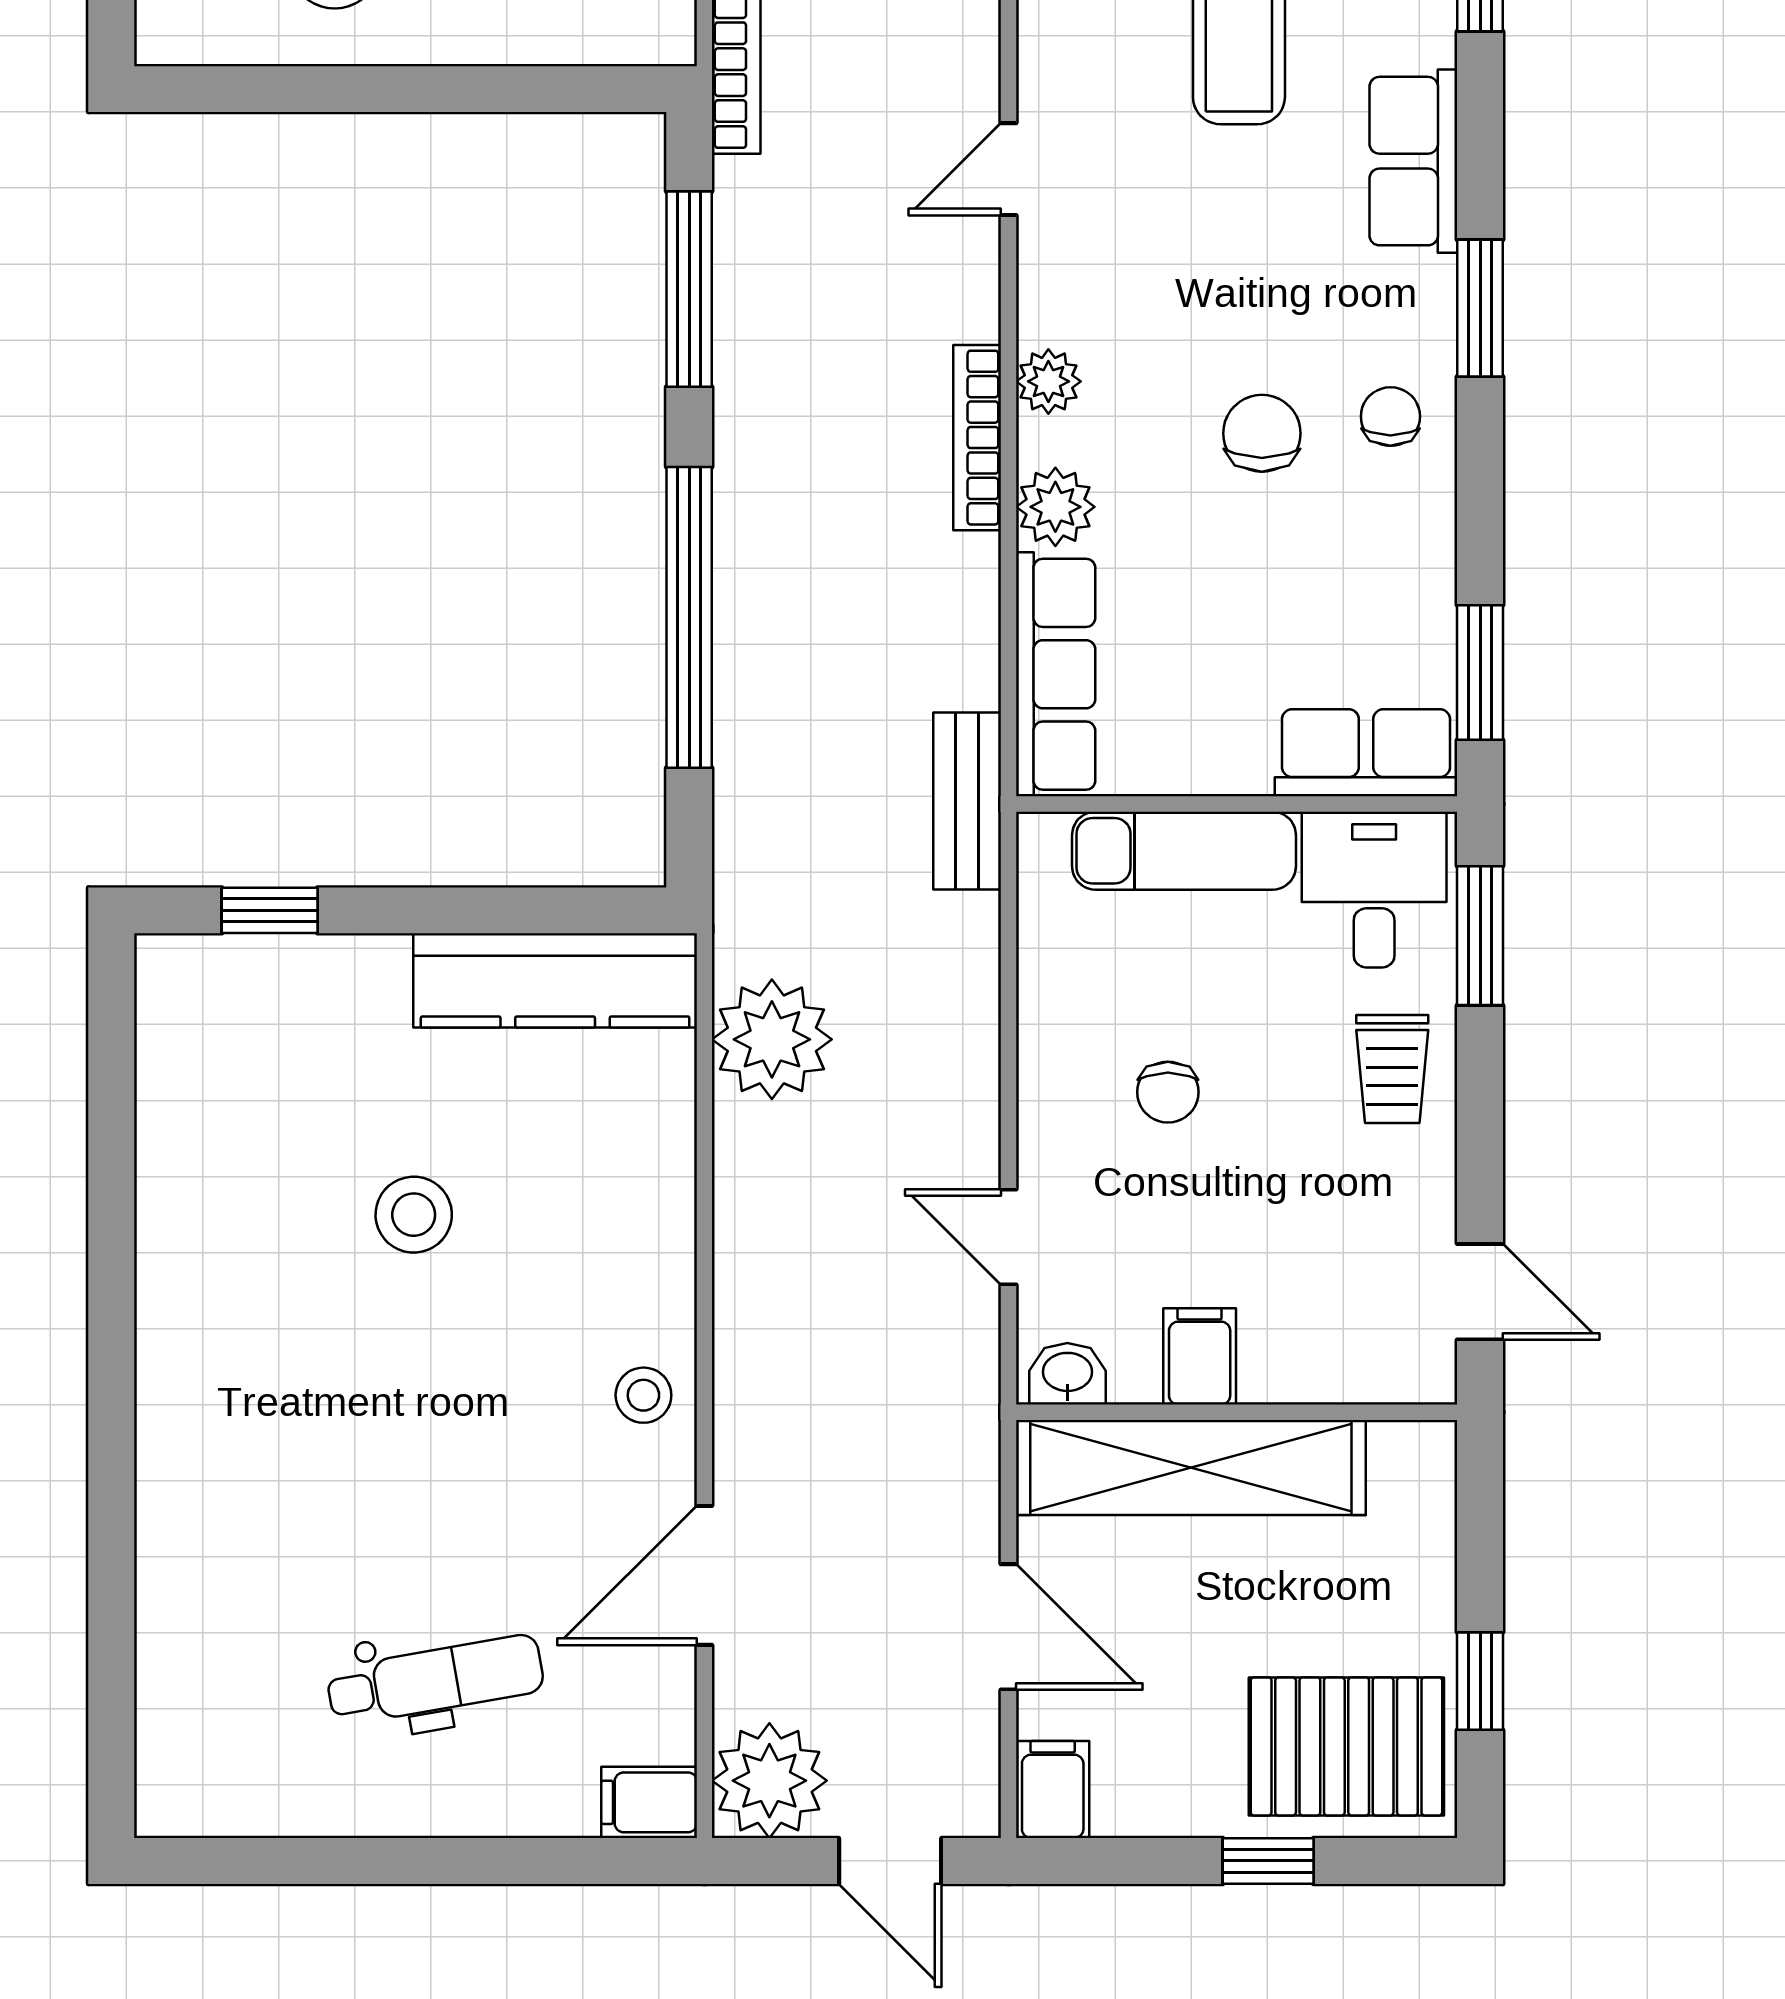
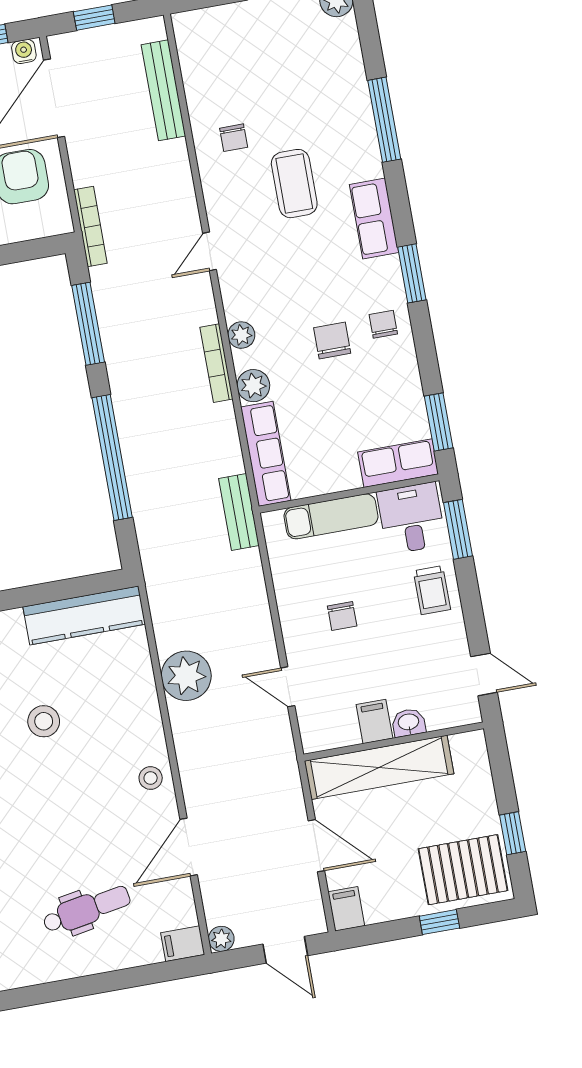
plant: (772, 1039) -> (186, 676), moved
washbasin: (1067, 1374) -> (409, 723), moved
plant: (769, 1781) -> (221, 939), width x0.53, depth x0.53

